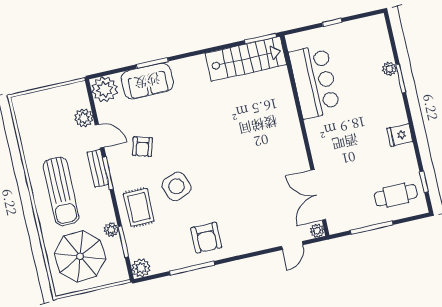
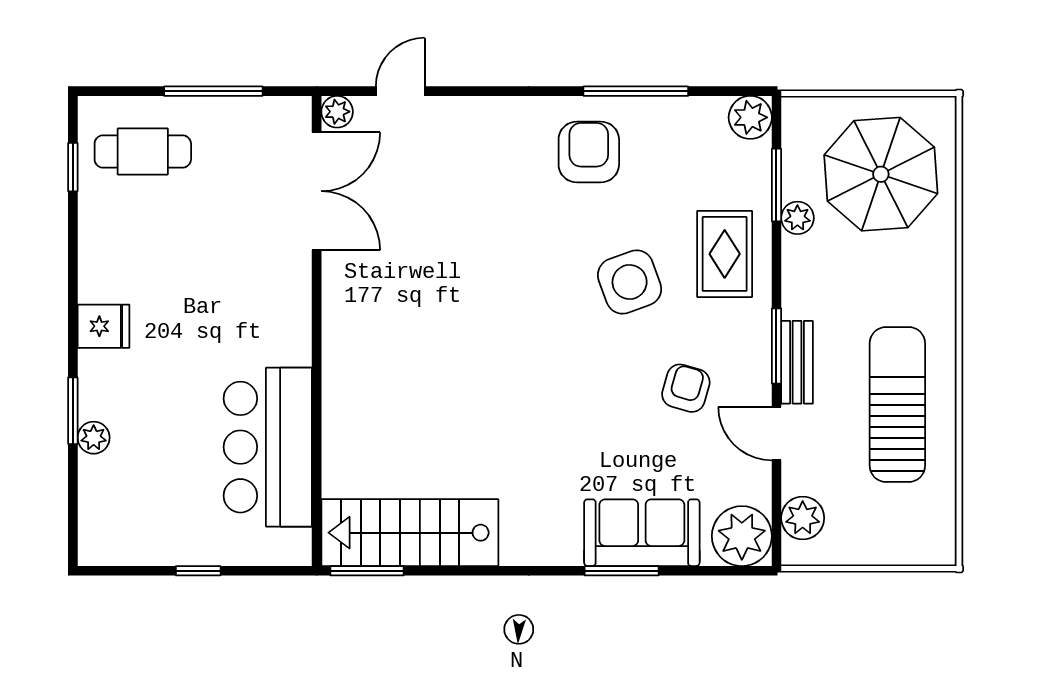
plant: (84, 118) -> (803, 518), moved
fridge: (400, 135) -> (103, 326), moved
sun lounger: (61, 191) -> (897, 405), moved

